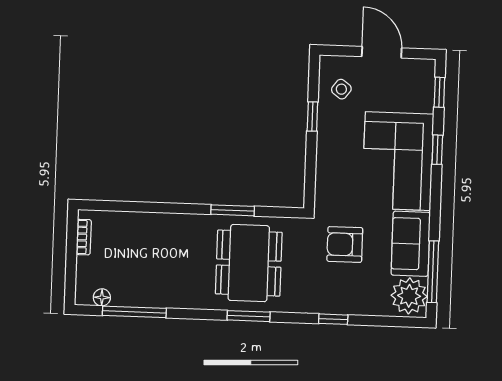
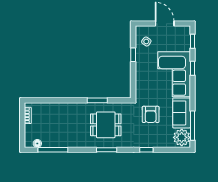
armchair: (345, 244) -> (151, 114), turned -90
dining table: (249, 263) -> (106, 125), width x0.73

